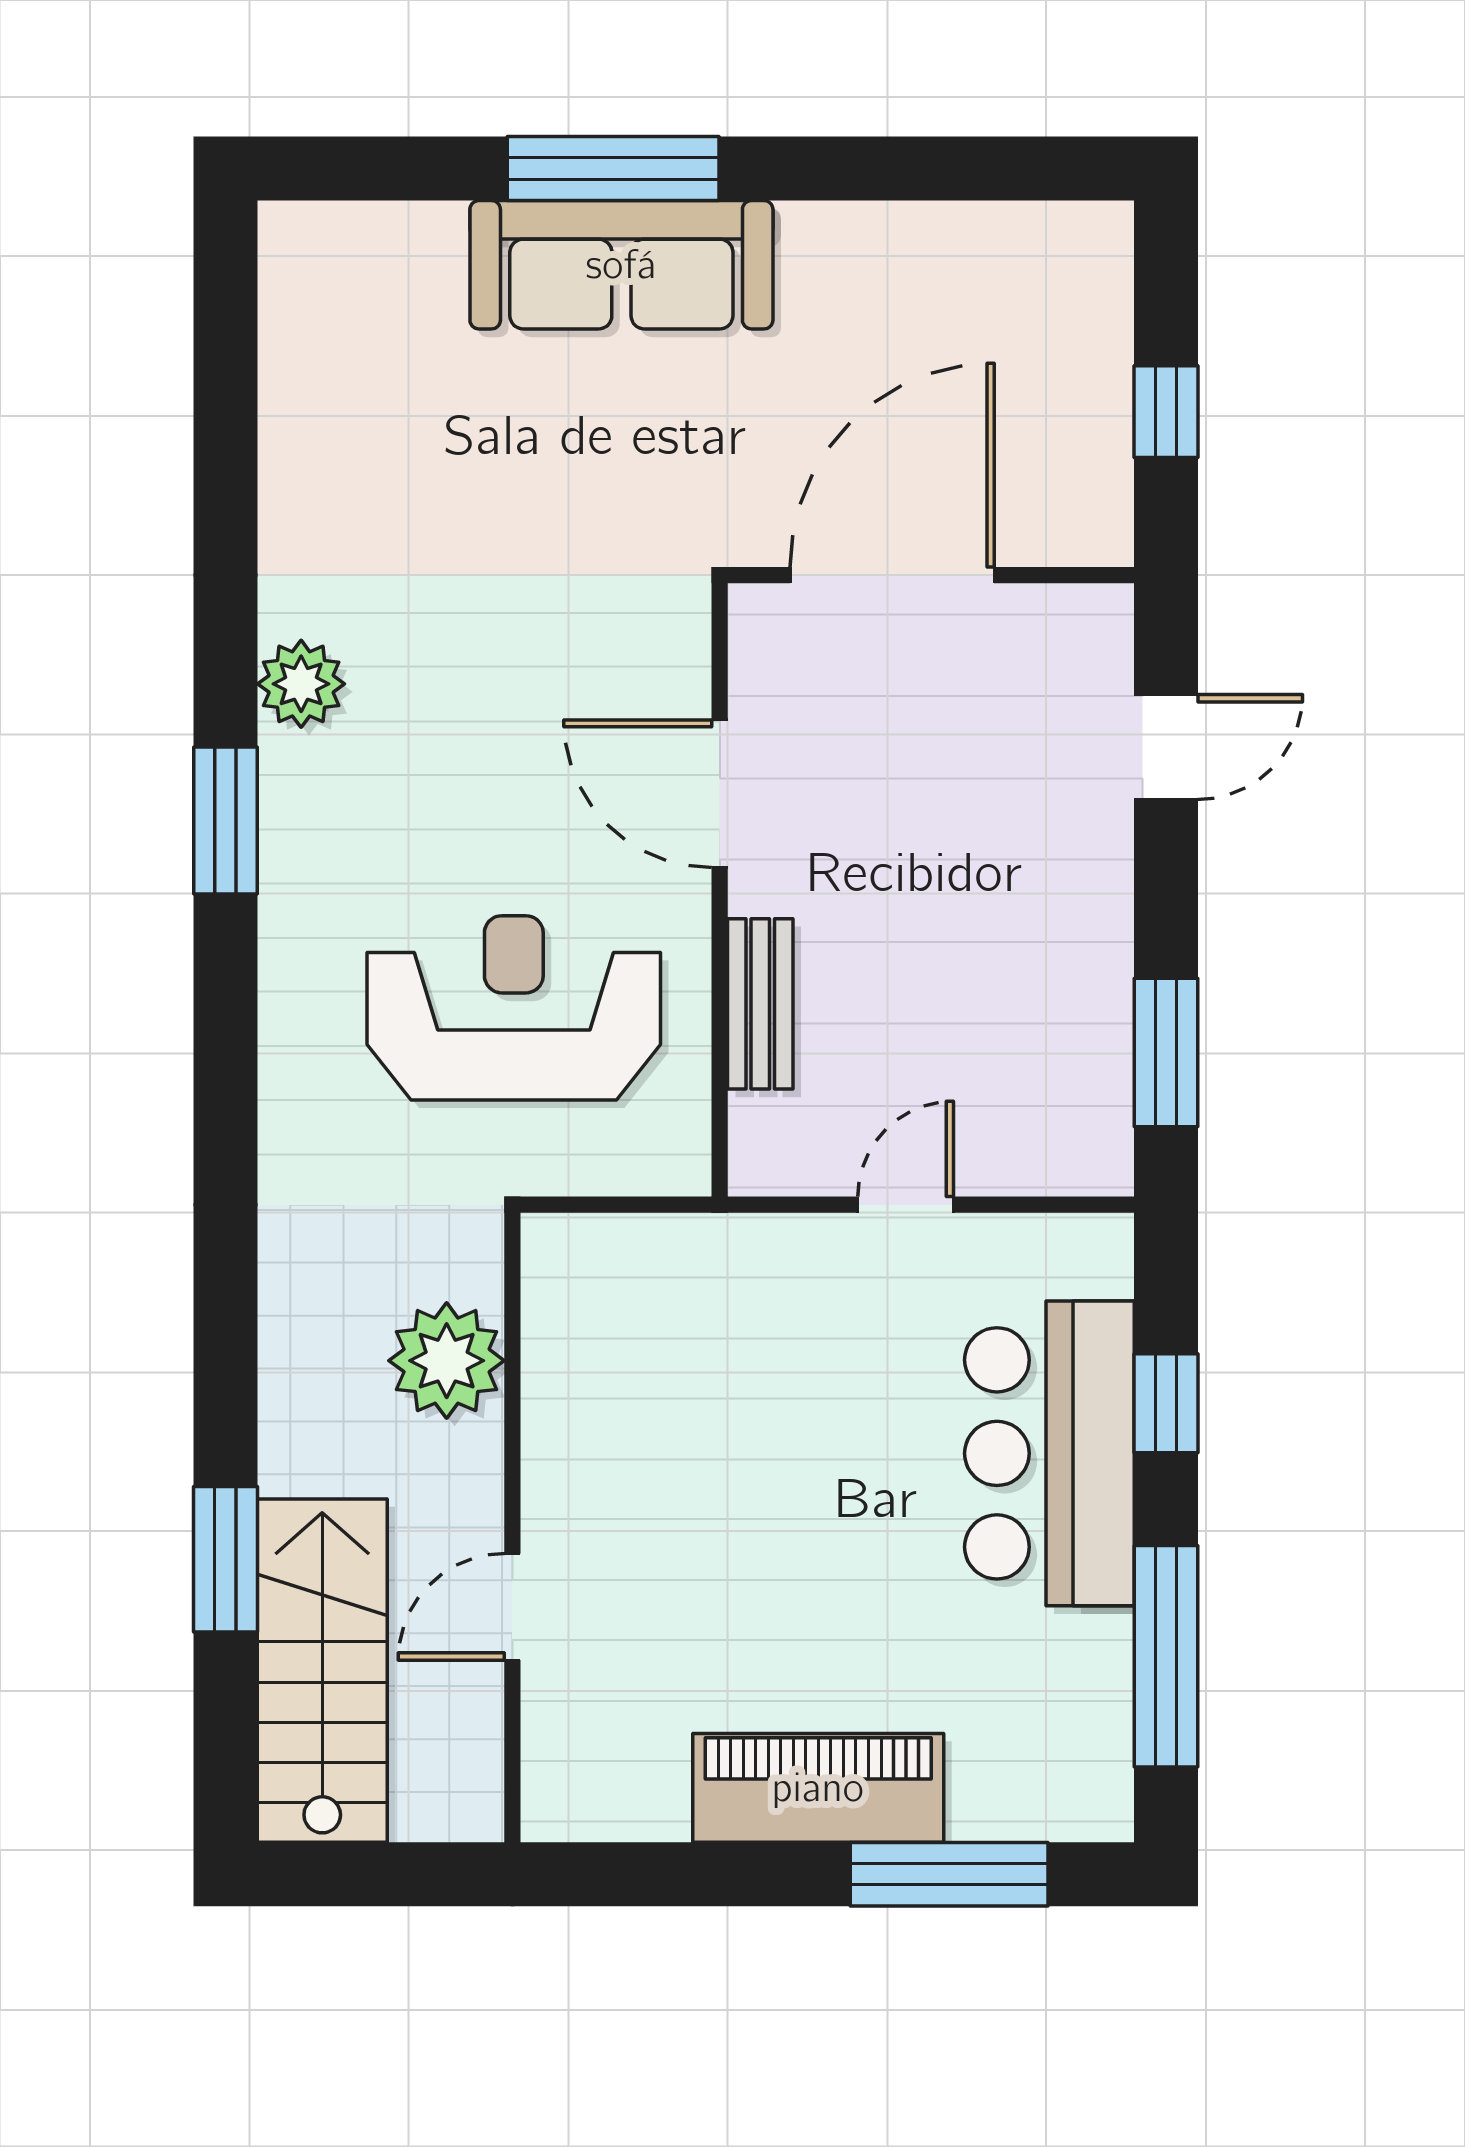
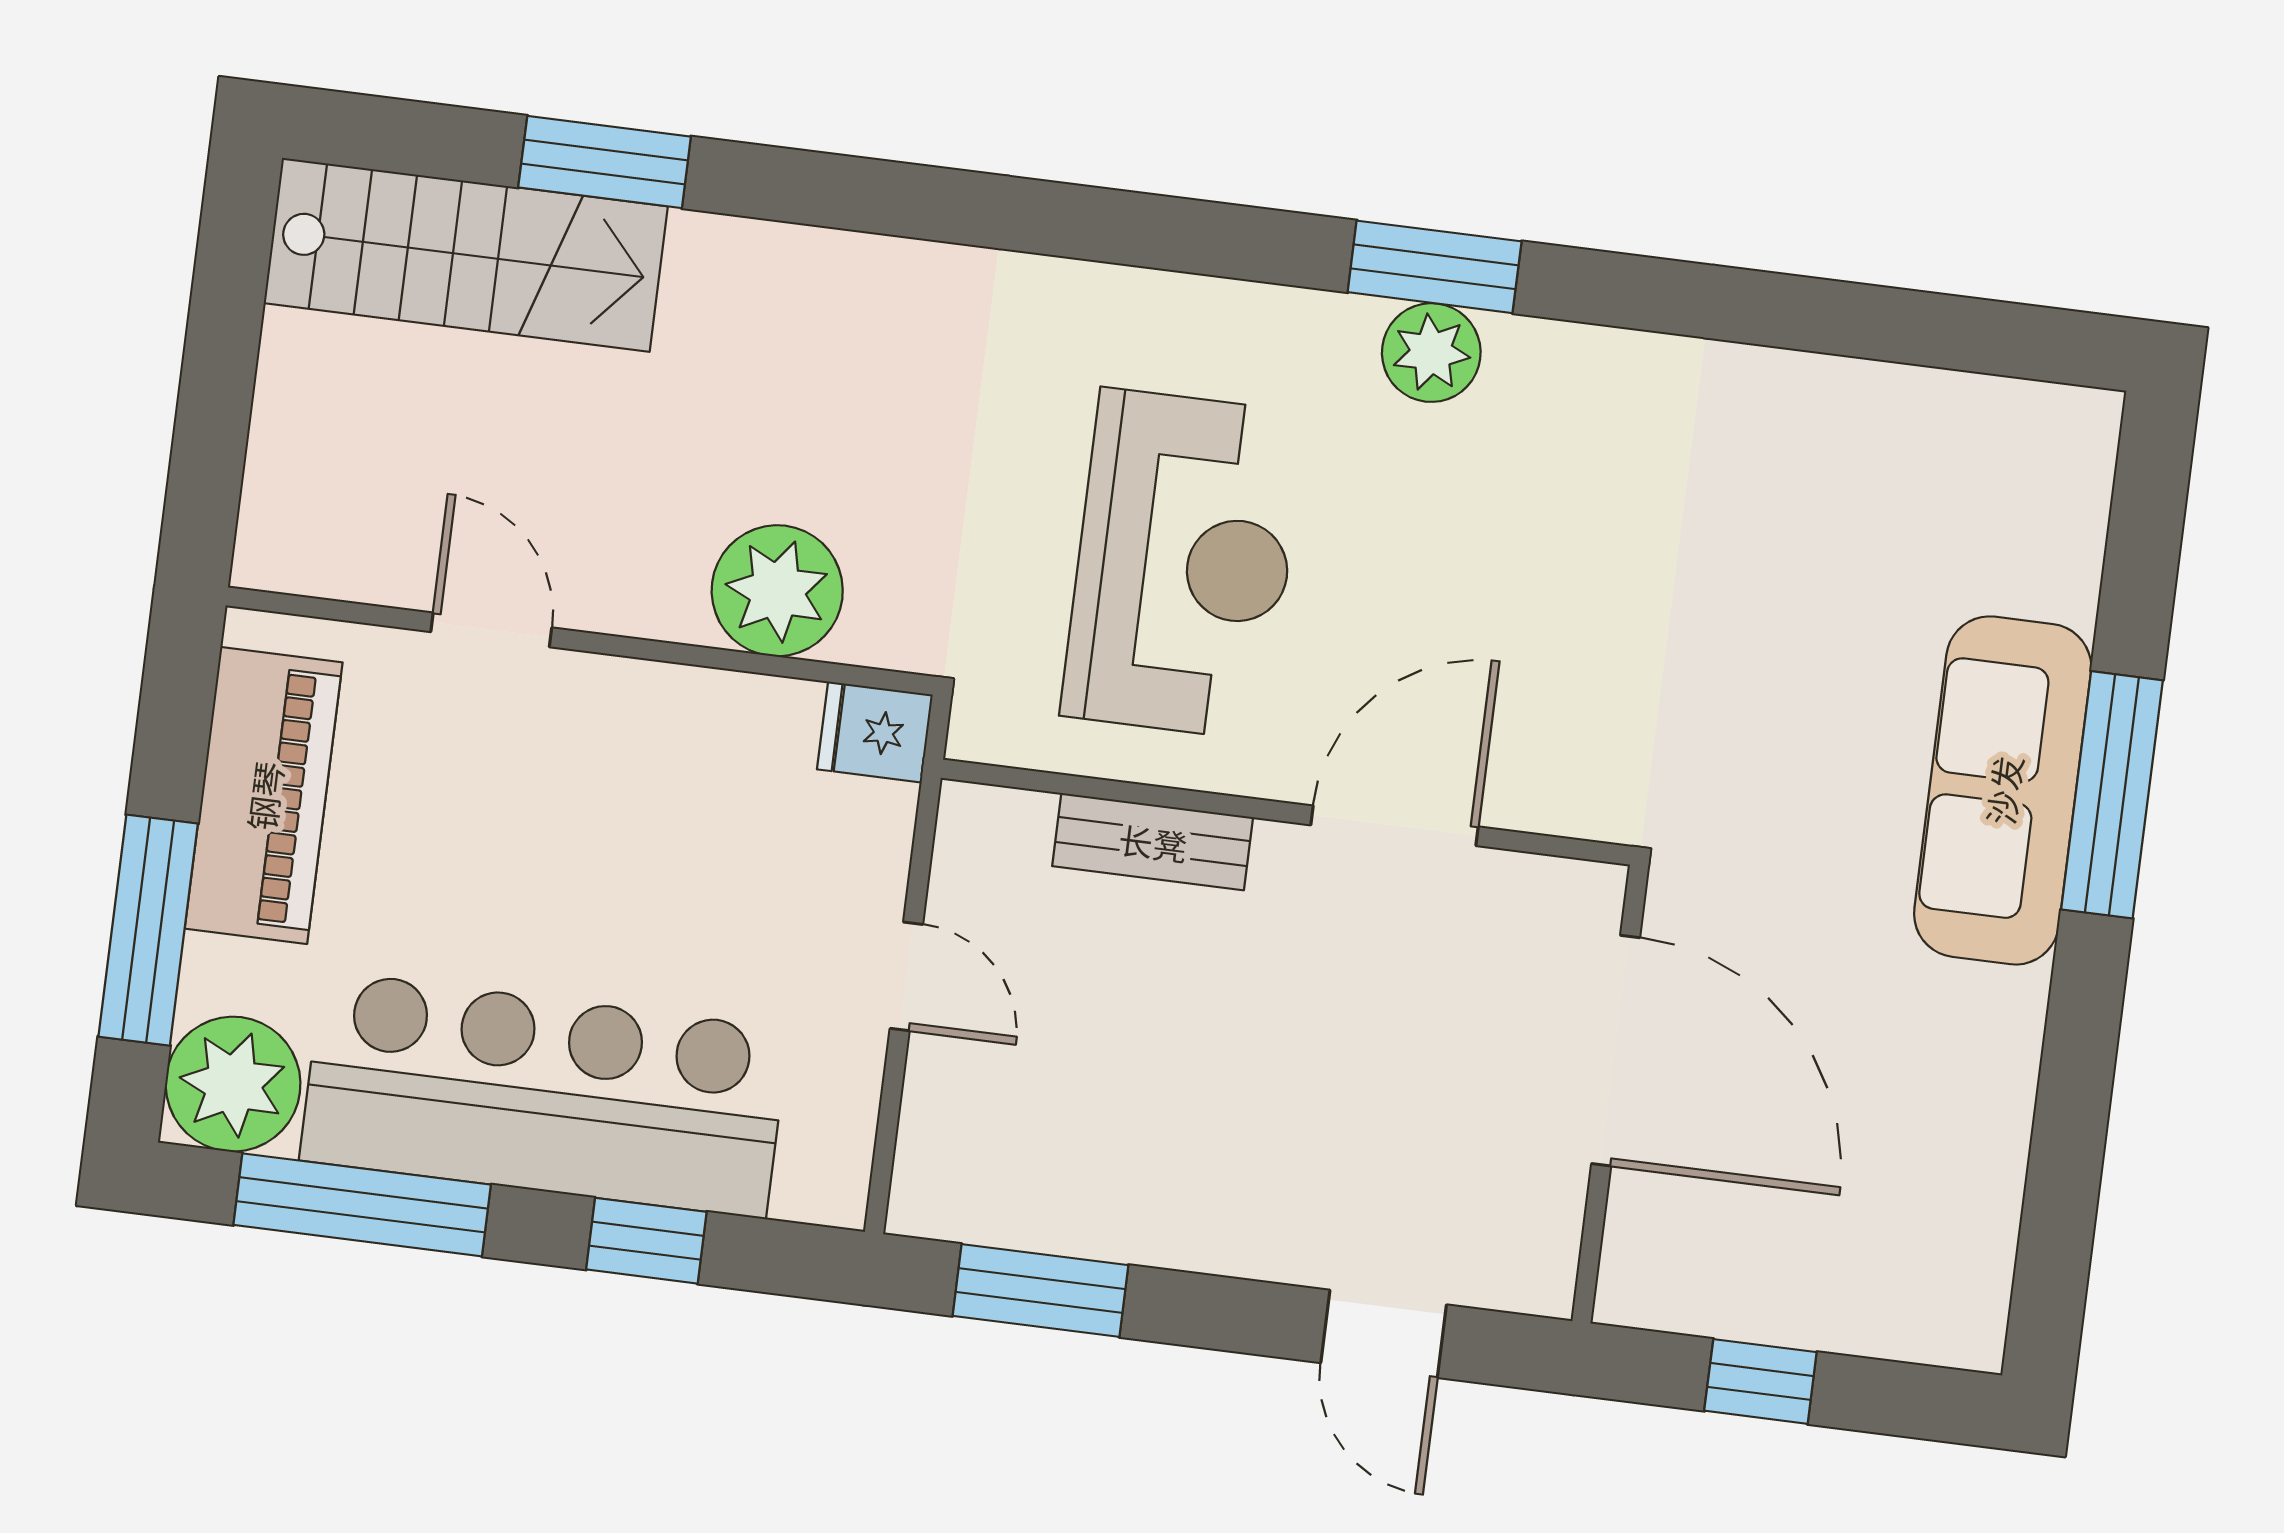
plant: (301, 684) -> (1431, 353), moved
fridge: (695, 1259) -> (875, 732), added
plant: (447, 1361) -> (777, 591), moved
bar counter: (1049, 1453) -> (544, 1095), width x1.36
wall: (512, 1527) -> (580, 641), moved
door: (512, 1607) -> (491, 630), moved
plant: (1075, 1783) -> (233, 1084), added

